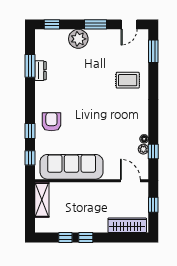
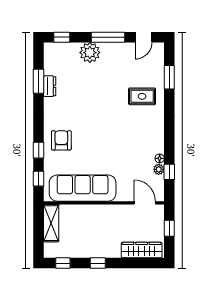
window: (96, 24) -> (108, 37), width x1.44
window: (153, 51) -> (169, 77), moved
window: (65, 238) -> (63, 263), moved

